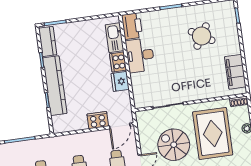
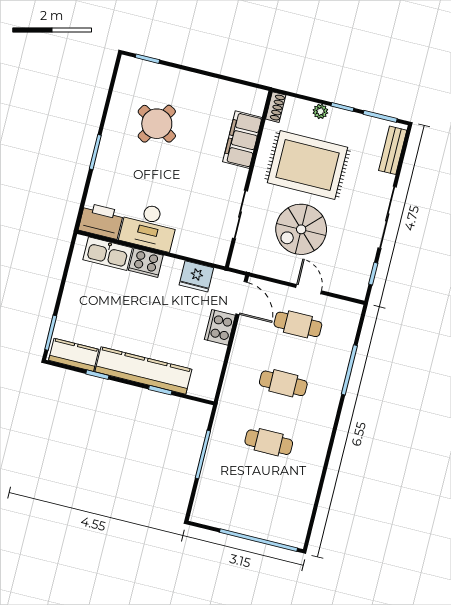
filing cabinet: (235, 72) -> (242, 140), moved, turned 90
fridge: (120, 81) -> (196, 276), moved

